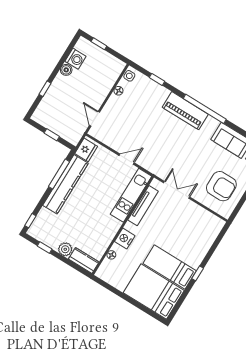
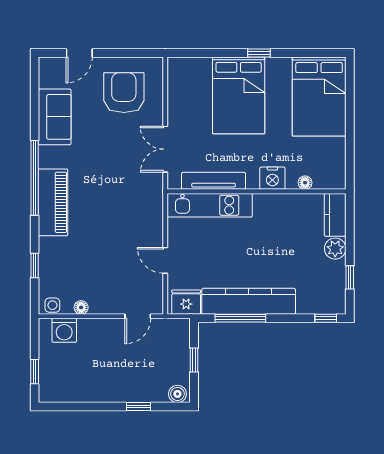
washing machine: (76, 59) -> (64, 330), moved, turned 180
boiler: (66, 70) -> (177, 394), moved
door: (127, 159) -> (165, 260), moved
bed: (170, 267) -> (239, 95), moved, width x1.50

